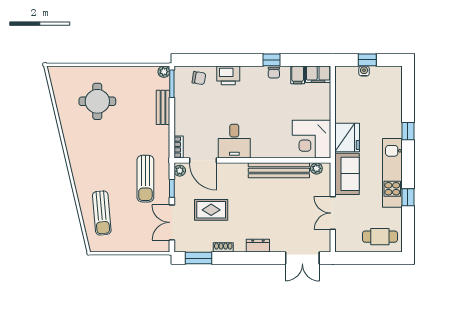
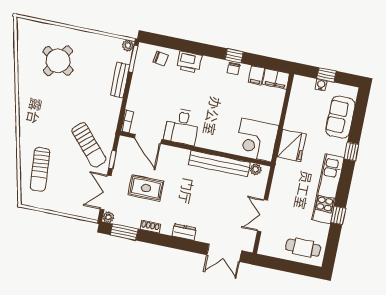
round table: (97, 101) -> (58, 61), turned 32
plant: (180, 171) -> (108, 217), moved
sofa: (347, 174) -> (340, 117), moved, turned 180
sun lounger: (145, 179) -> (89, 145), turned -42

